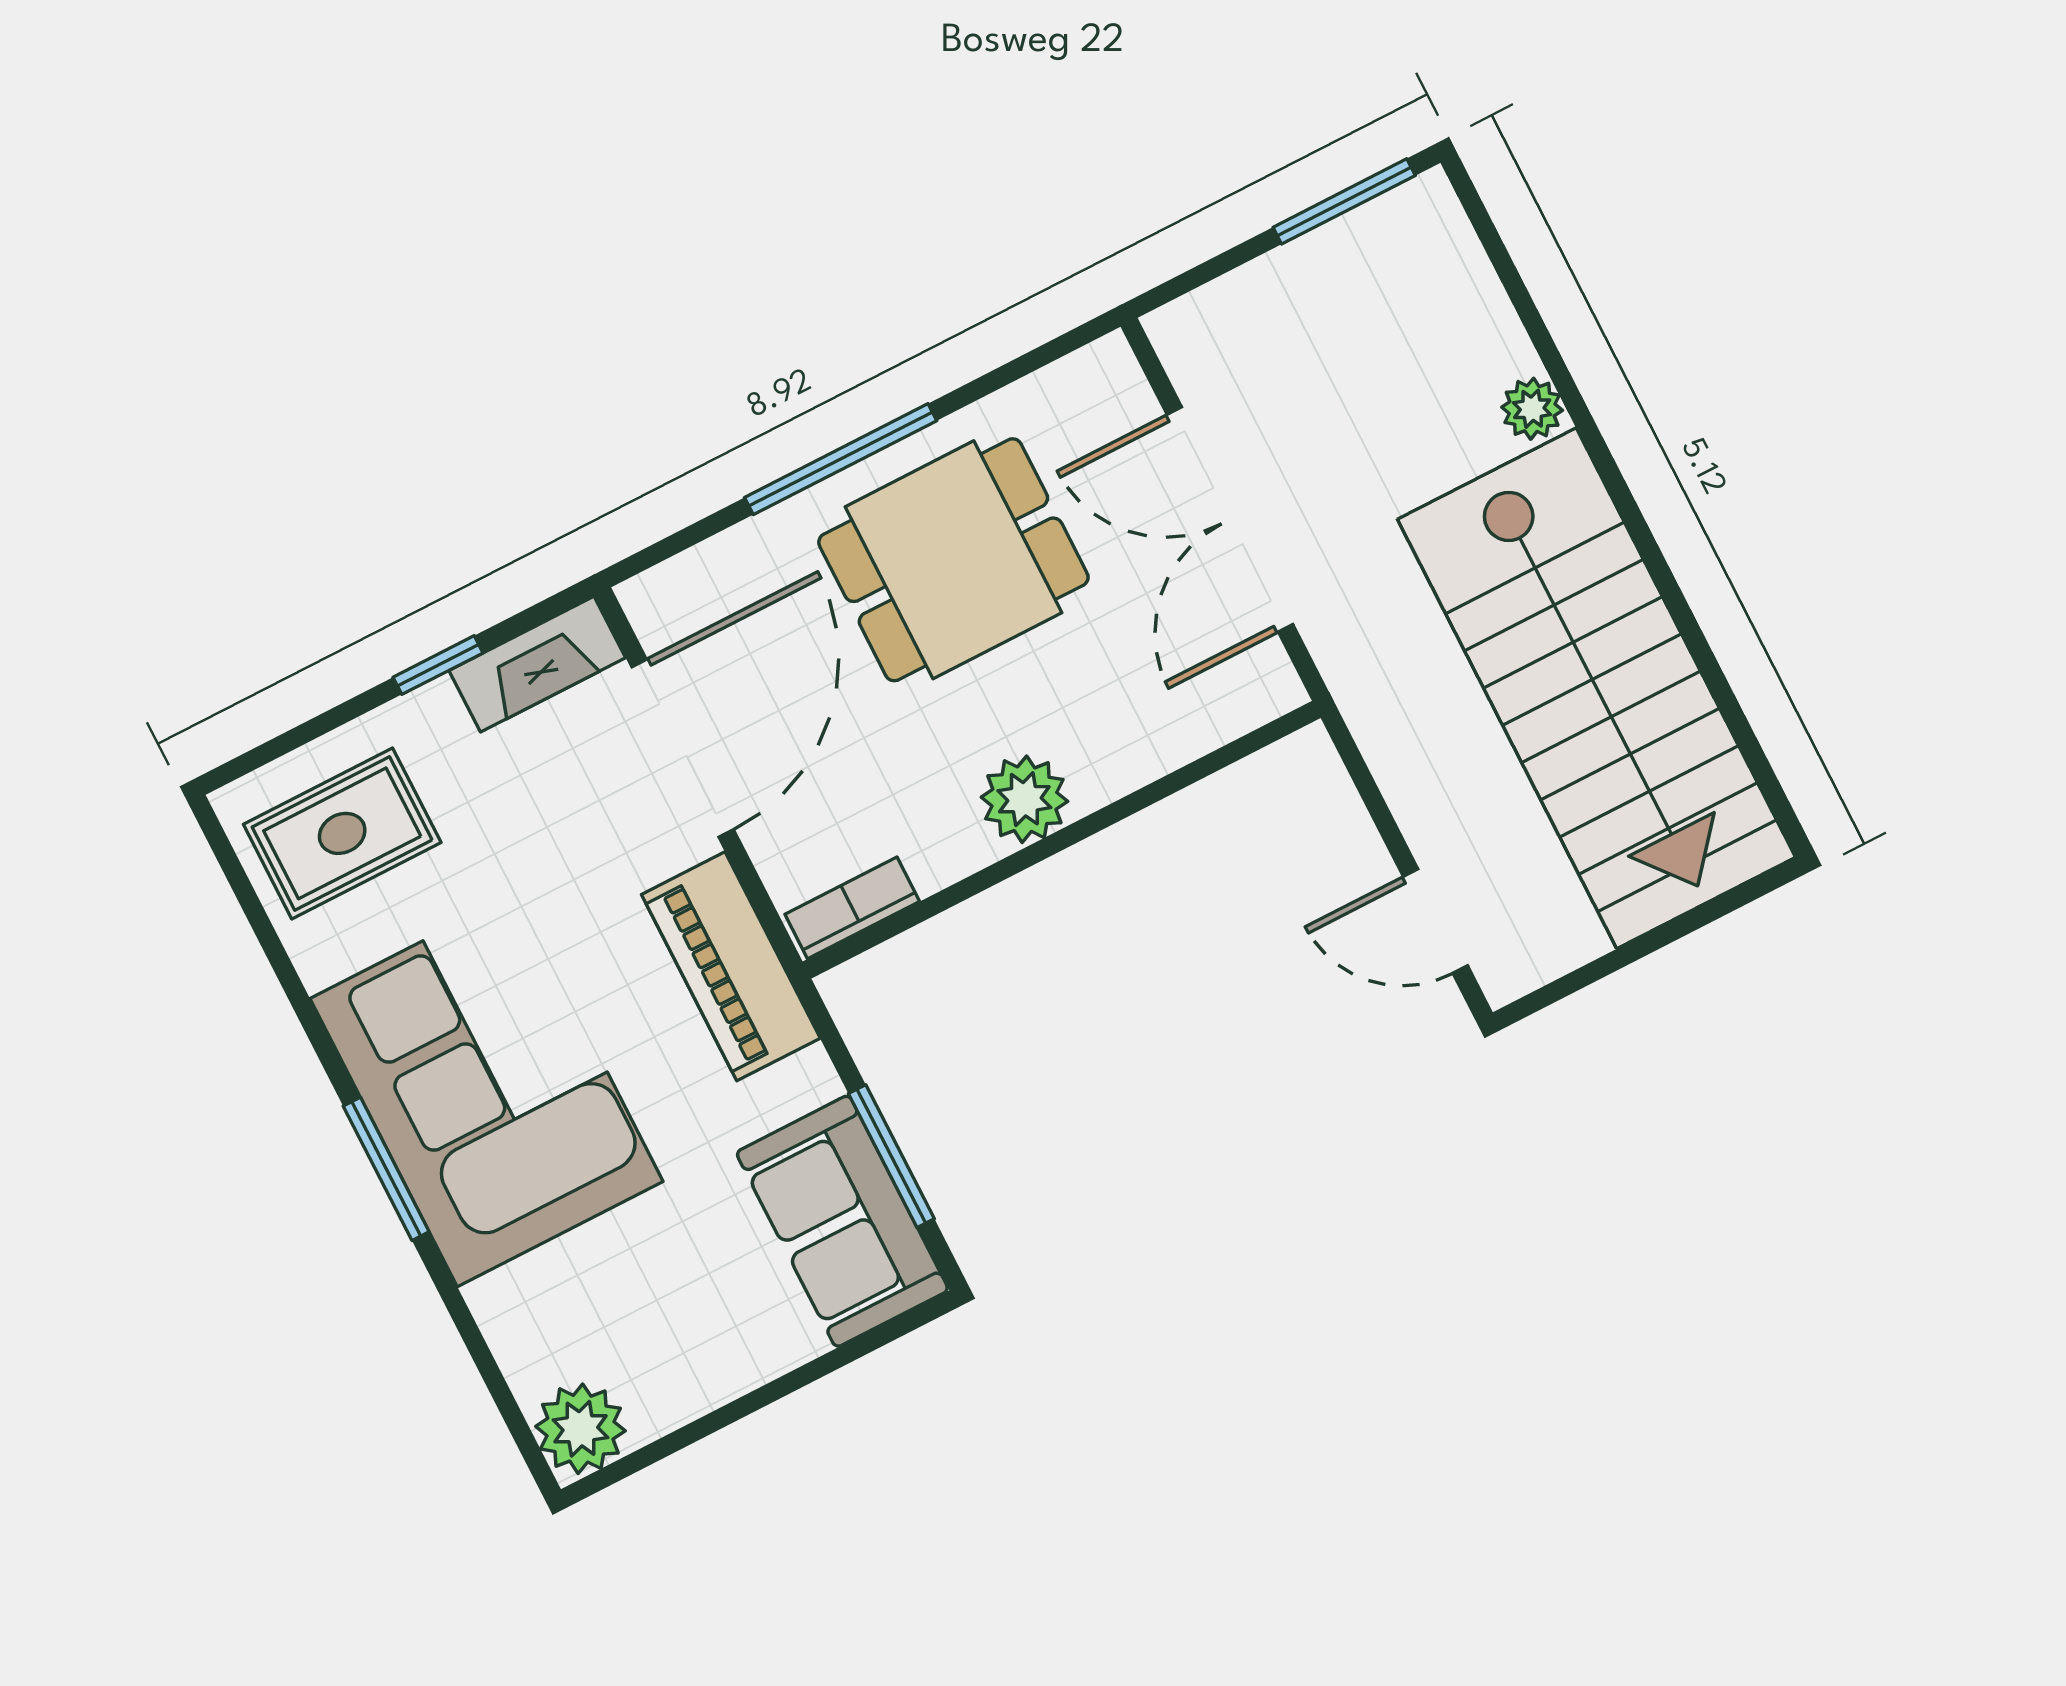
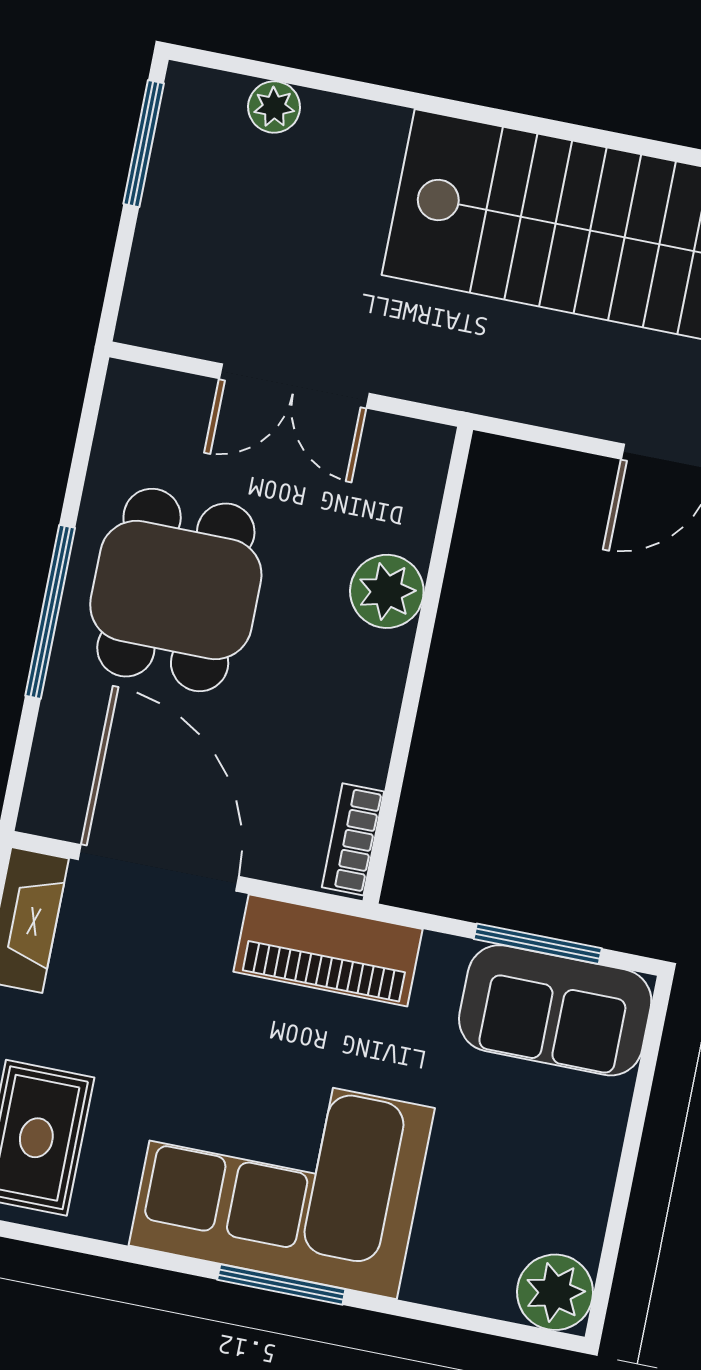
plant: (1532, 409) -> (274, 107), moved
double door: (1230, 520) -> (294, 386), width x0.73
plant: (1024, 799) -> (387, 591), moved

